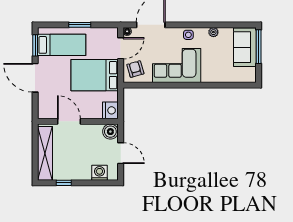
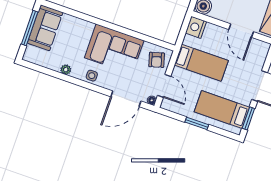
sofa: (245, 47) -> (45, 28), moved
window: (259, 47) -> (30, 28), moved
door: (121, 48) -> (164, 86), swing flipped
bed: (95, 75) -> (201, 63), width x0.67

